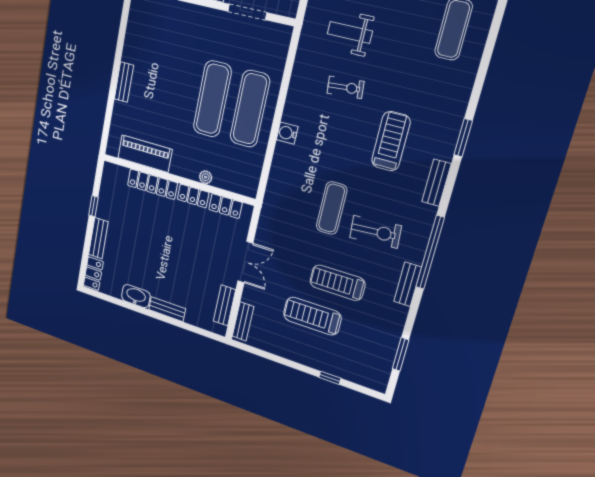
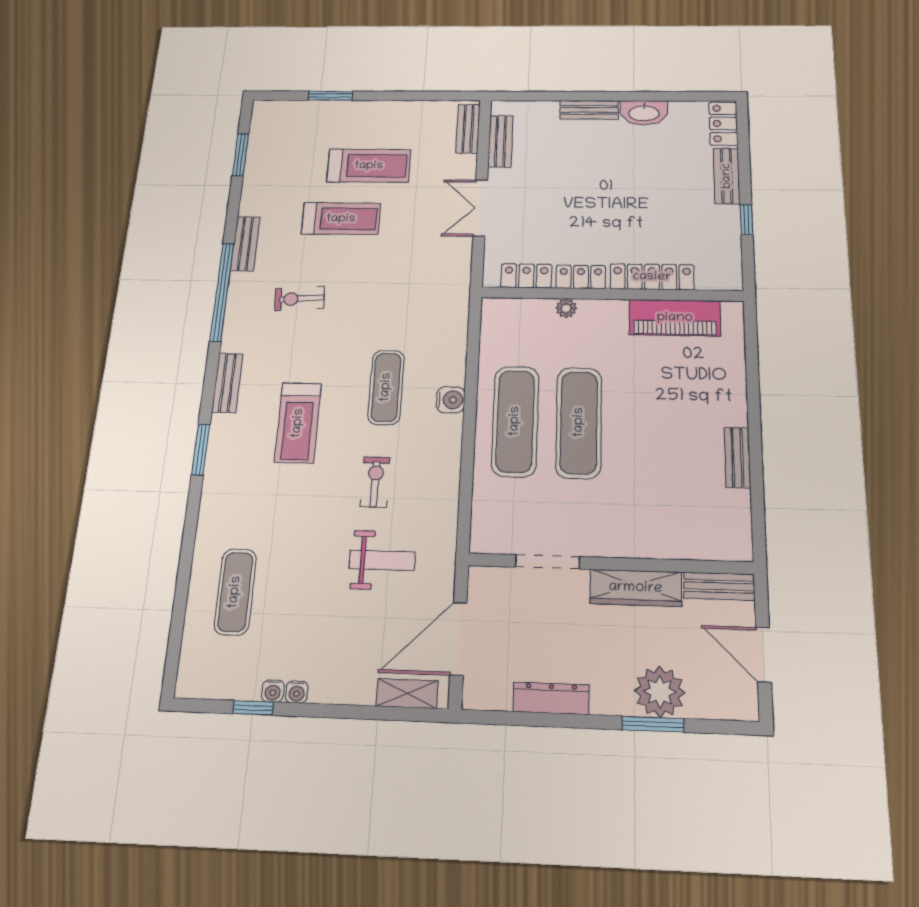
bench: (124, 82) -> (737, 458), moved
exercise bike: (345, 87) -> (375, 482), turned 95
exercise mat: (332, 208) -> (386, 387), moved
exercise bike: (375, 232) -> (300, 299), width x0.73, depth x0.72
window: (330, 378) -> (330, 96), width x1.50

